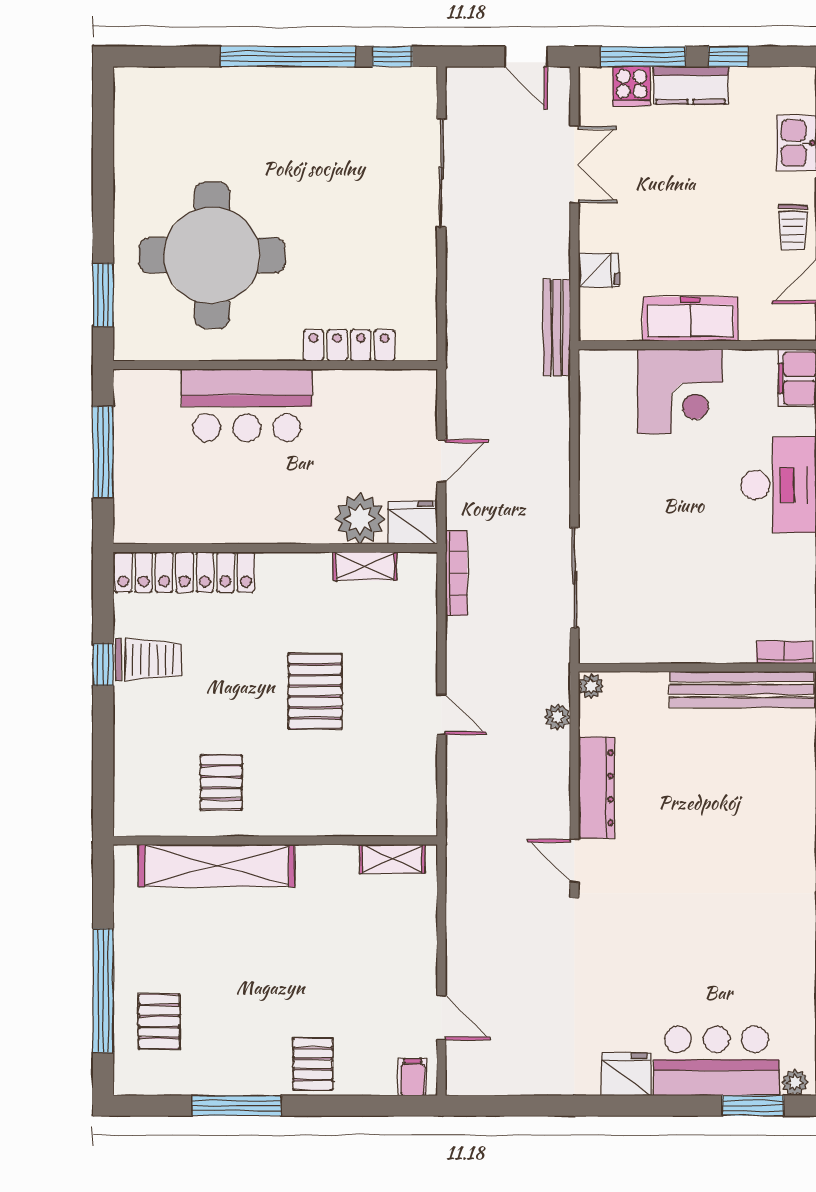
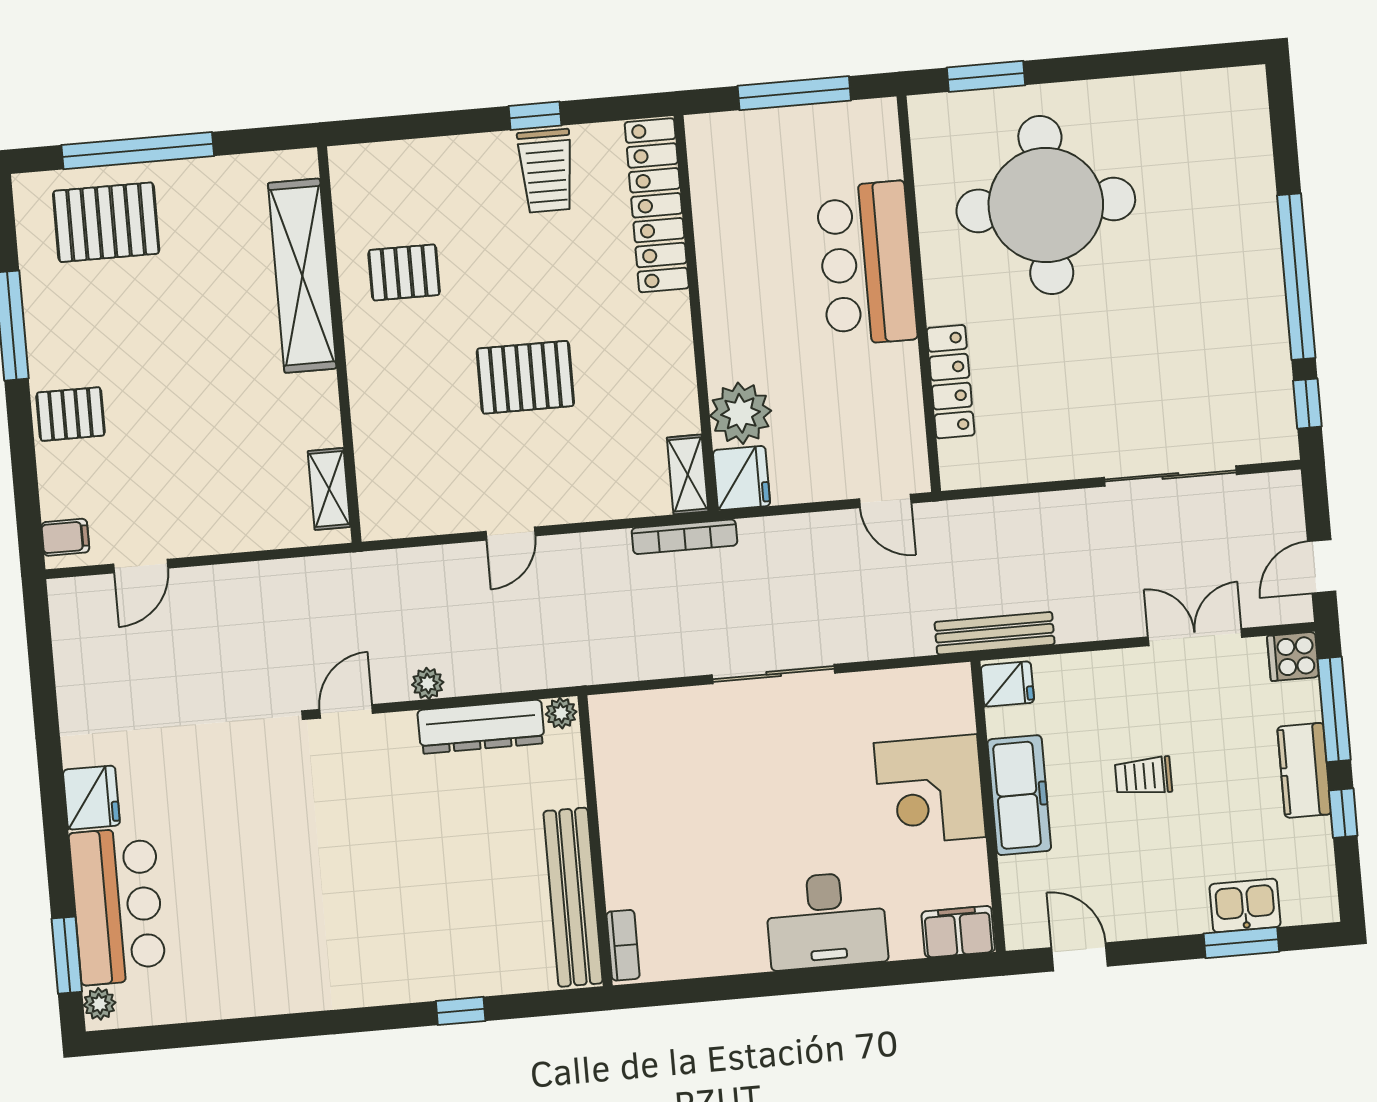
cooker: (632, 86) -> (1293, 656), moved
double door: (574, 165) -> (1195, 637), swing flipped
trolley: (793, 228) -> (1143, 776), moved
fridge: (599, 270) -> (1007, 684), moved, turned -90
door: (441, 461) -> (885, 501), moved
shelving: (365, 566) -> (688, 474), moved
sliding door: (574, 578) -> (774, 674), moved
plant: (557, 717) -> (428, 683), moved
dresser: (596, 788) -> (481, 727), moved
pallet: (159, 1021) -> (106, 222), width x1.50, depth x1.42

